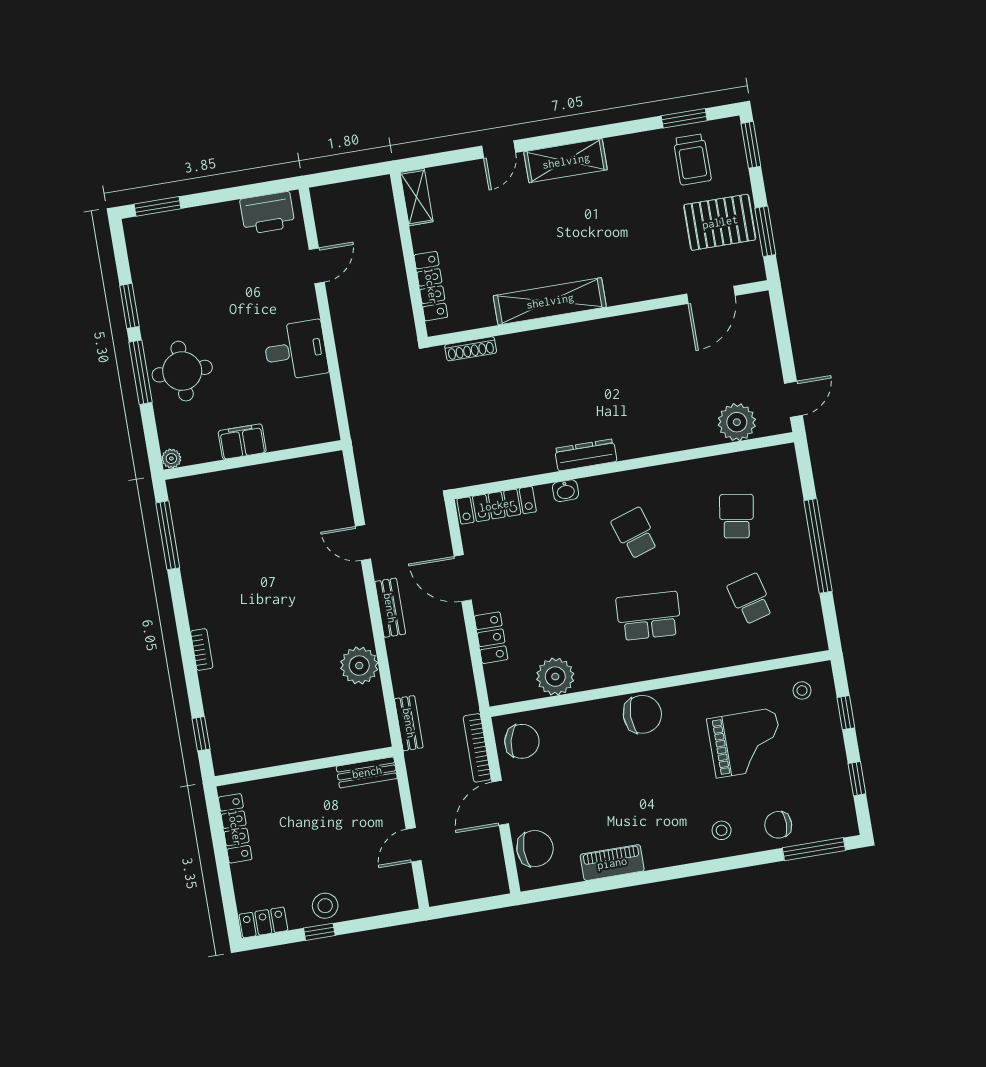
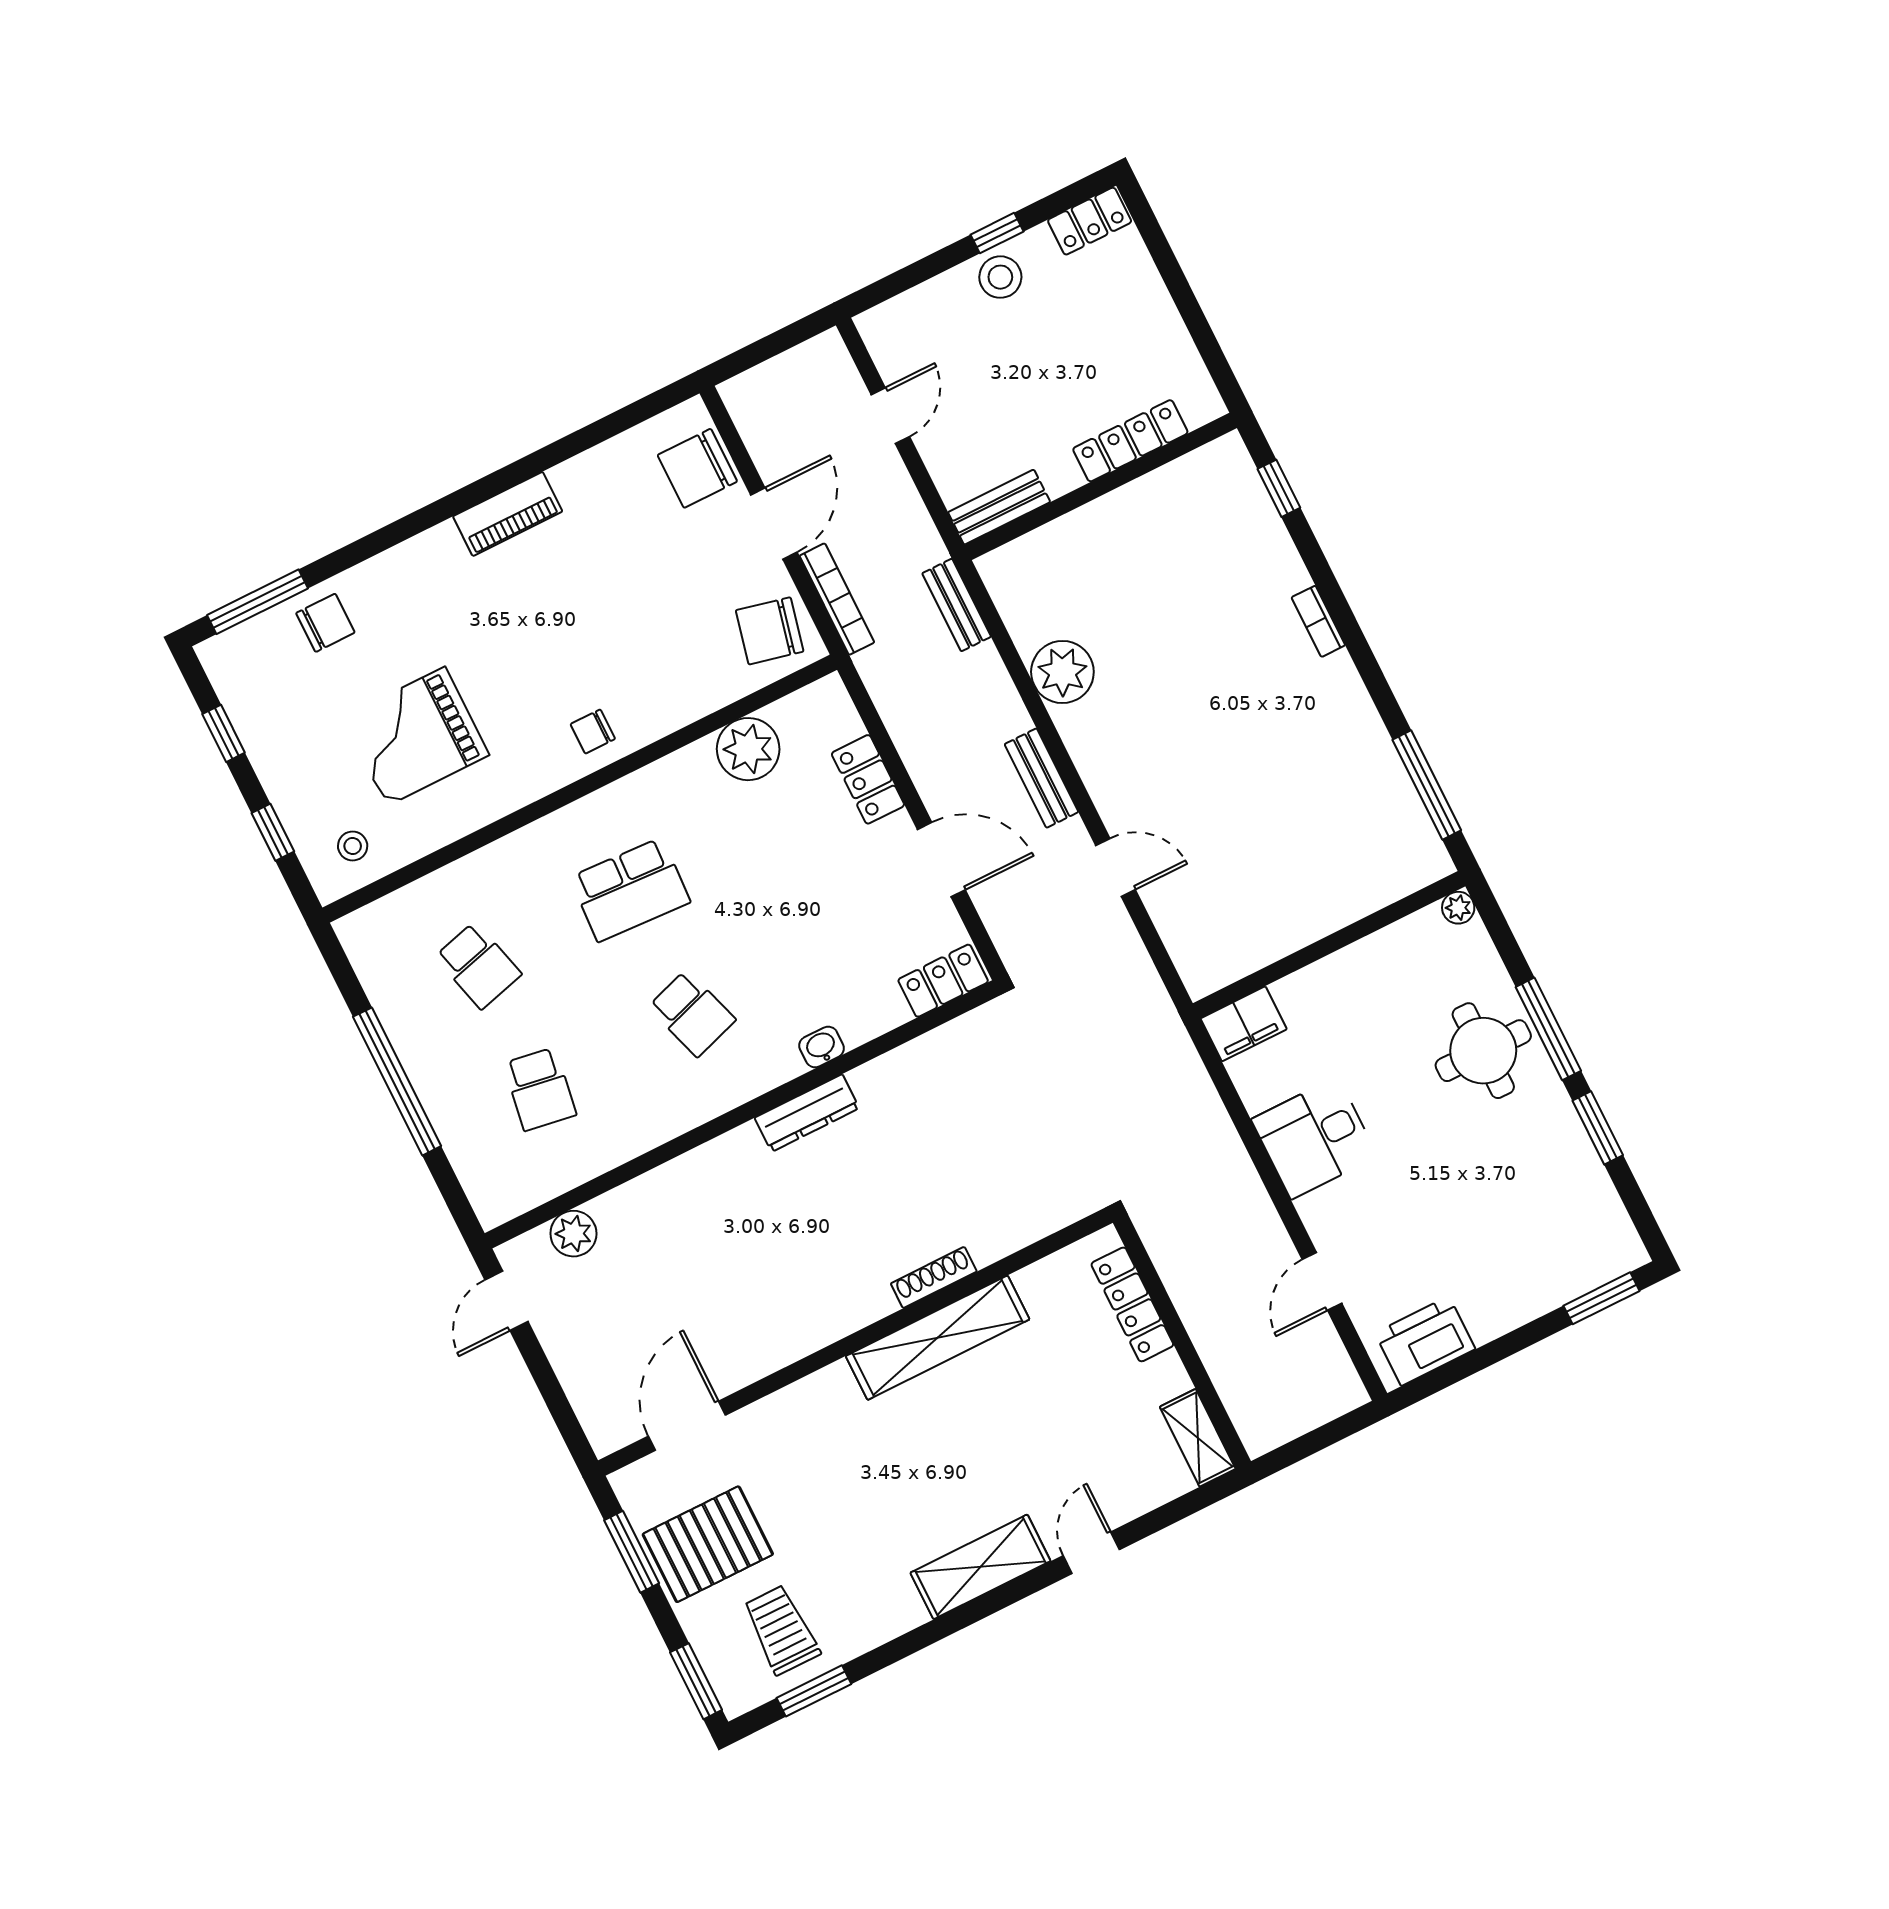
shoe rack: (471, 349) -> (934, 1277), moved
plant: (737, 422) -> (573, 1234), width x0.73, depth x0.73
filing cabinet: (242, 442) -> (1244, 1024), moved
locker: (497, 505) -> (943, 981), width x0.66
chair: (642, 714) -> (593, 732), width x0.54, depth x0.54
locker: (235, 828) -> (1130, 441), moved, turned 90
stool: (722, 830) -> (412, 587), removed
piano: (612, 863) -> (508, 514), moved

